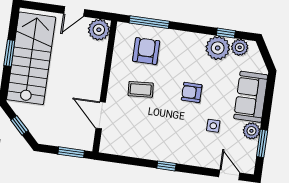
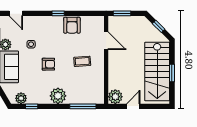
plant: (218, 48) -> (58, 96), moved
armchair: (146, 51) -> (72, 25), moved

